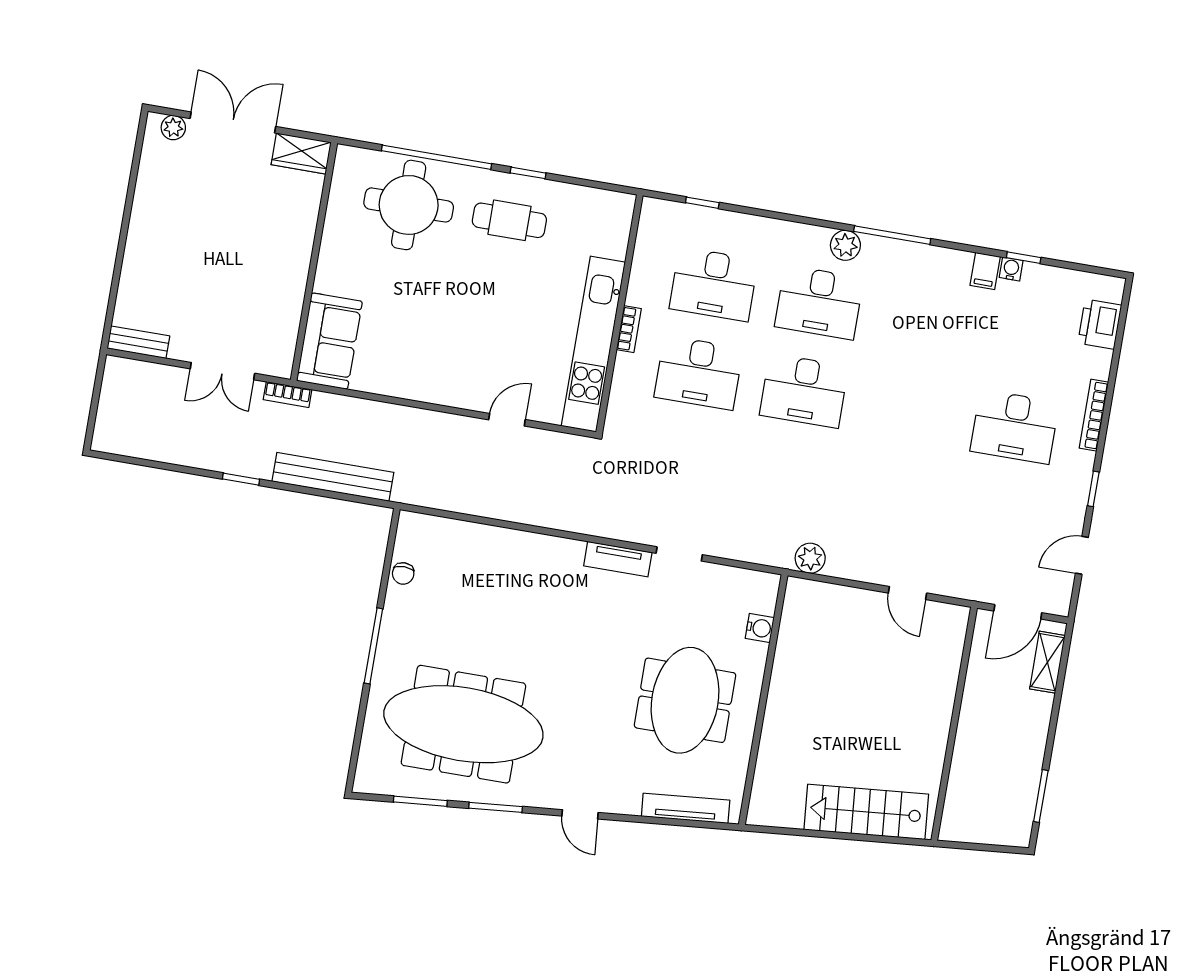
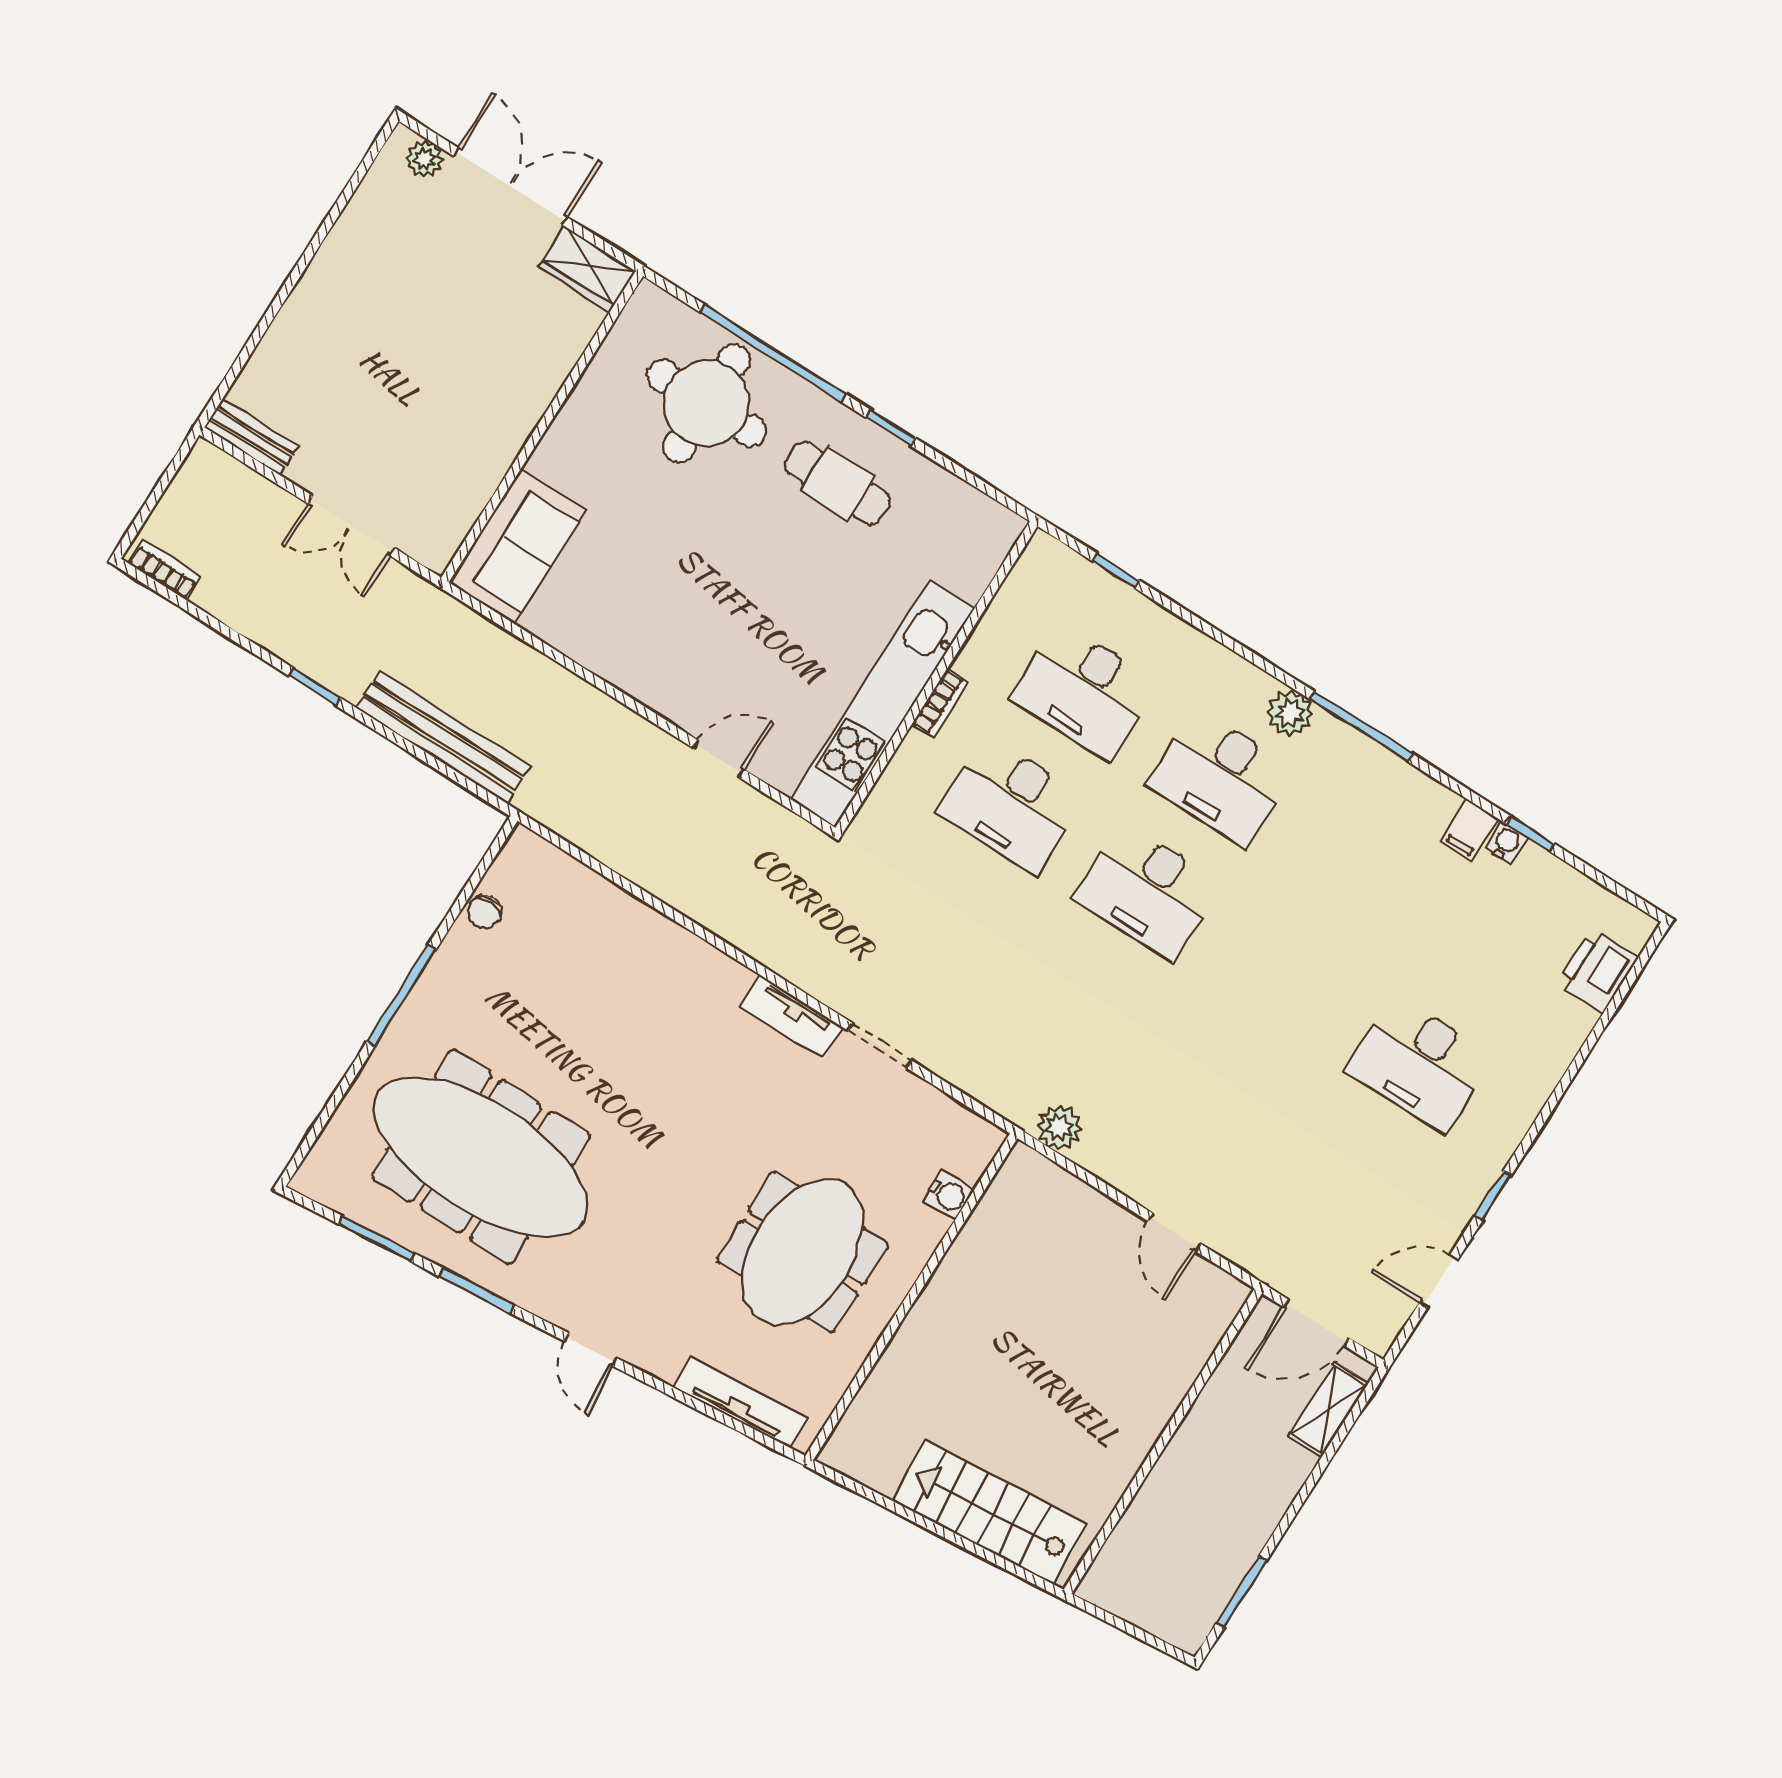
bookcase: (288, 395) -> (164, 570), moved, turned 180
bookcase: (1094, 415) -> (1537, 1093), removed

